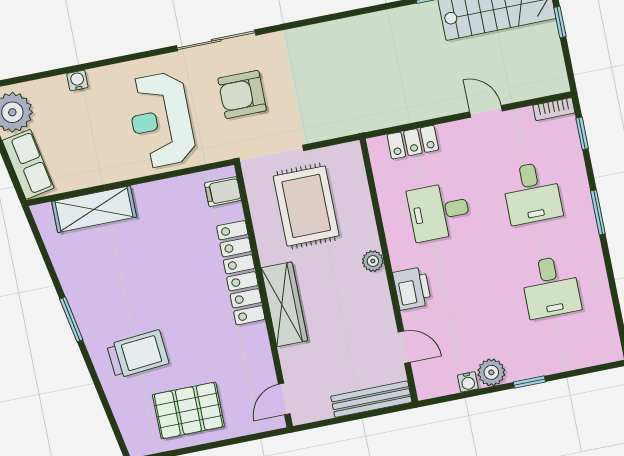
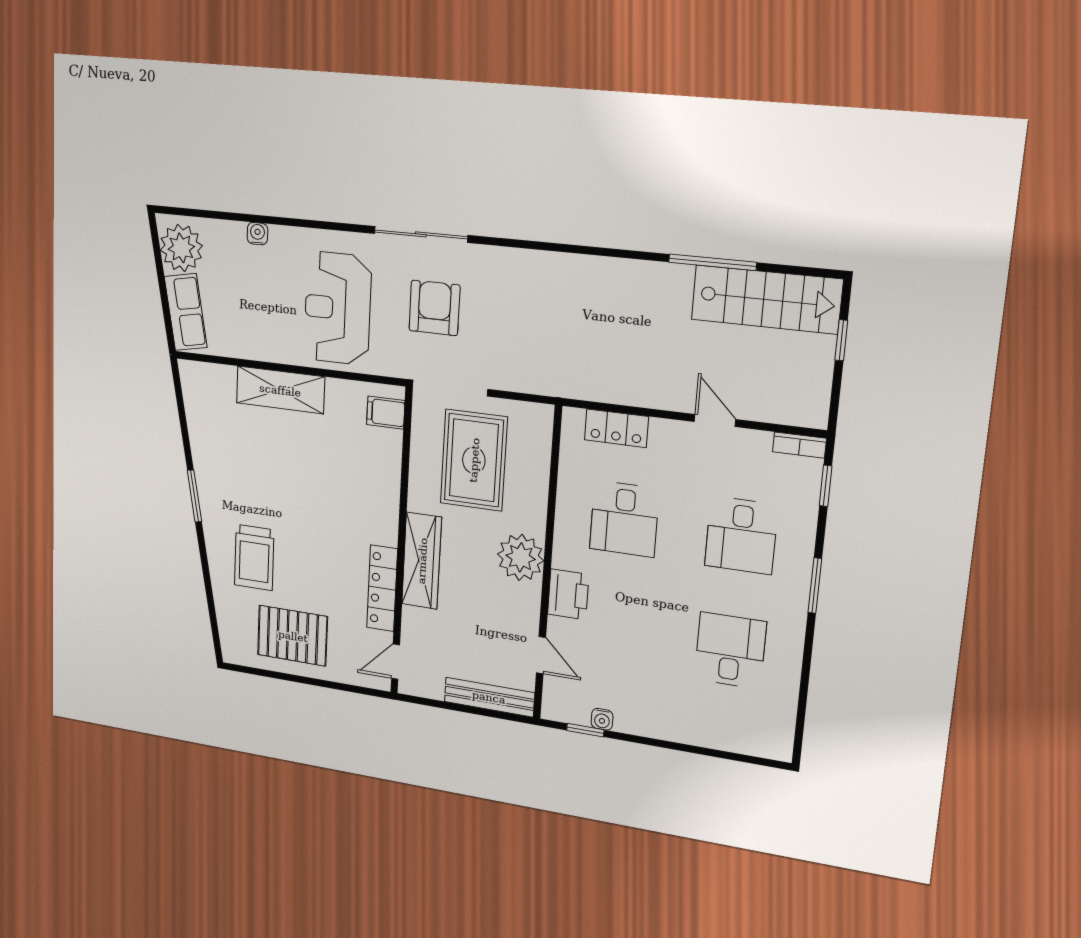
armchair: (242, 94) -> (434, 308), turned 90
shelving: (94, 209) -> (280, 390), moved
desk: (439, 212) -> (624, 519), turned -90
plant: (373, 261) -> (521, 557), width x1.88, depth x1.88
locker: (241, 273) -> (382, 588), moved, width x0.71, depth x0.83
desk: (551, 287) -> (730, 650), turned 180
trolley: (138, 354) -> (254, 558), turned 95
plant: (491, 372) -> (632, 719), removed
window: (529, 382) -> (585, 730), moved

